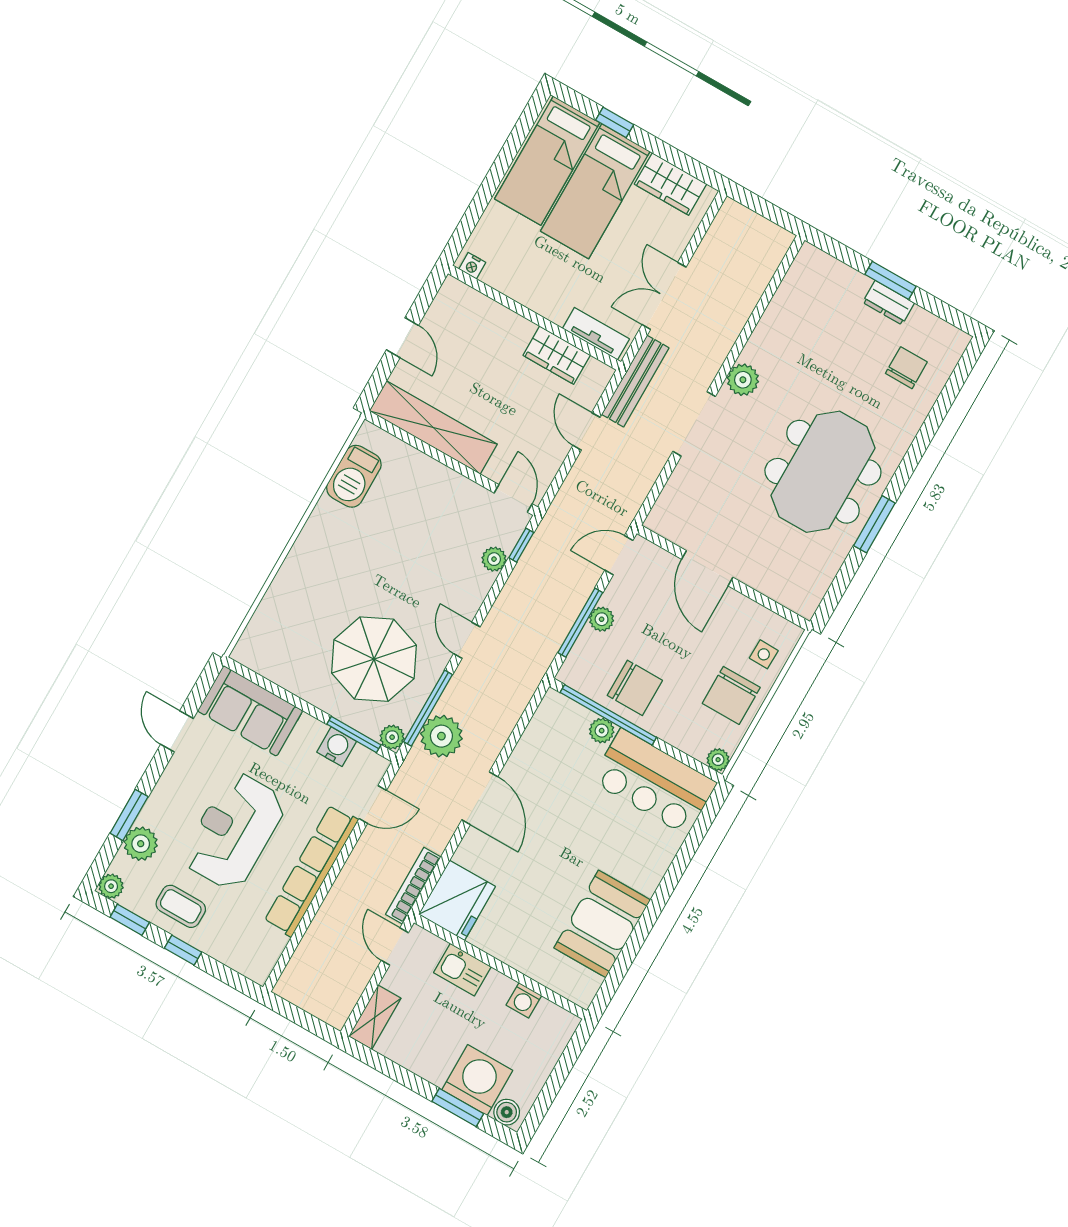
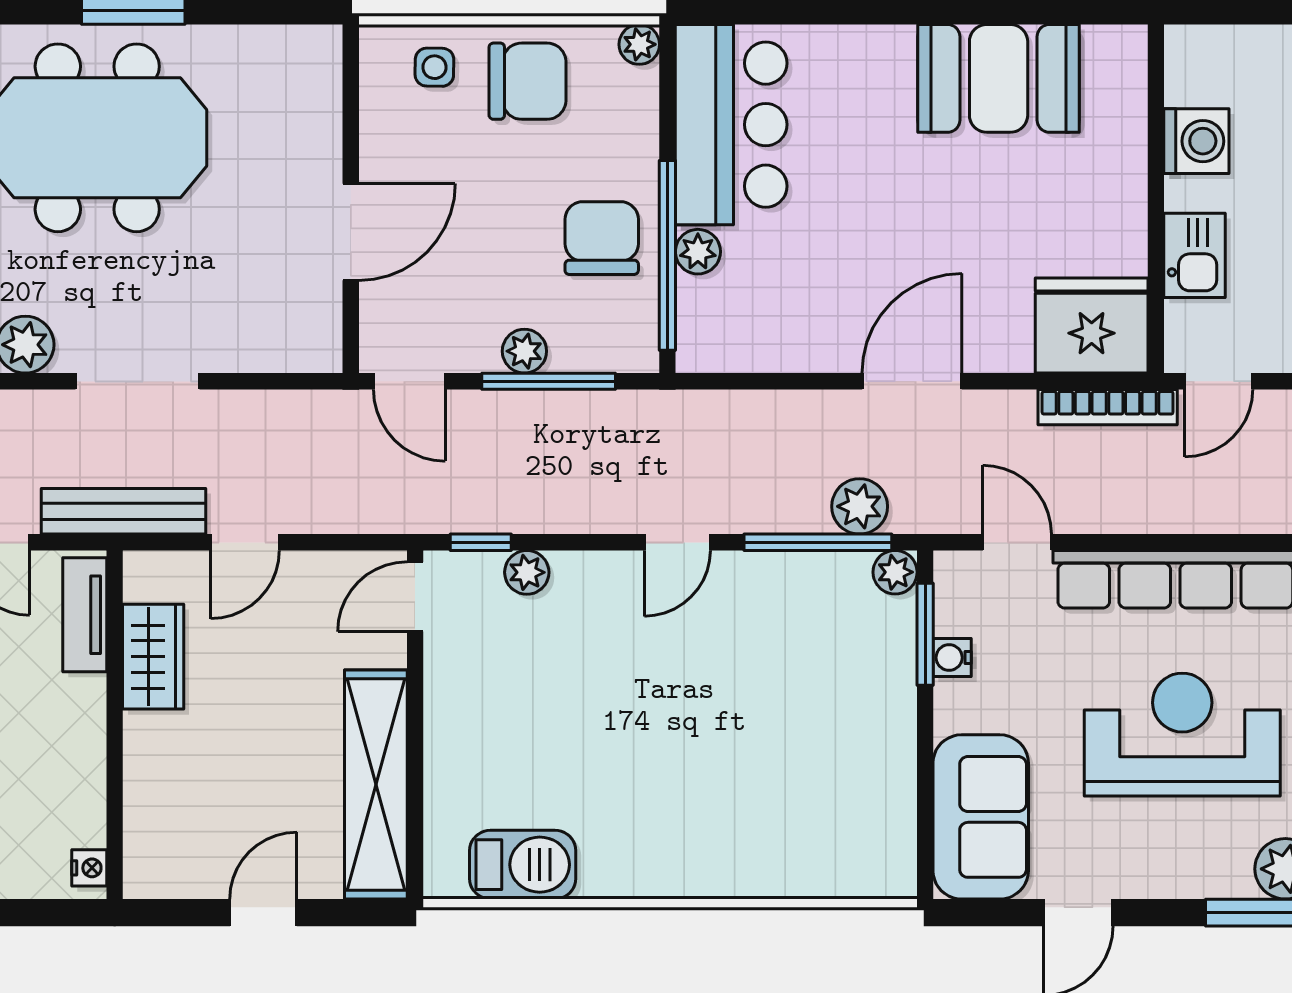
parasol: (374, 659) -> (790, 670), removed
plant: (441, 736) -> (860, 506), width x0.73, depth x0.73
water cooler: (337, 747) -> (952, 658), width x0.72, depth x0.72
reception desk: (234, 831) -> (1182, 735), turned 180
washing machine: (524, 1000) -> (1196, 141), width x1.38, depth x1.38

